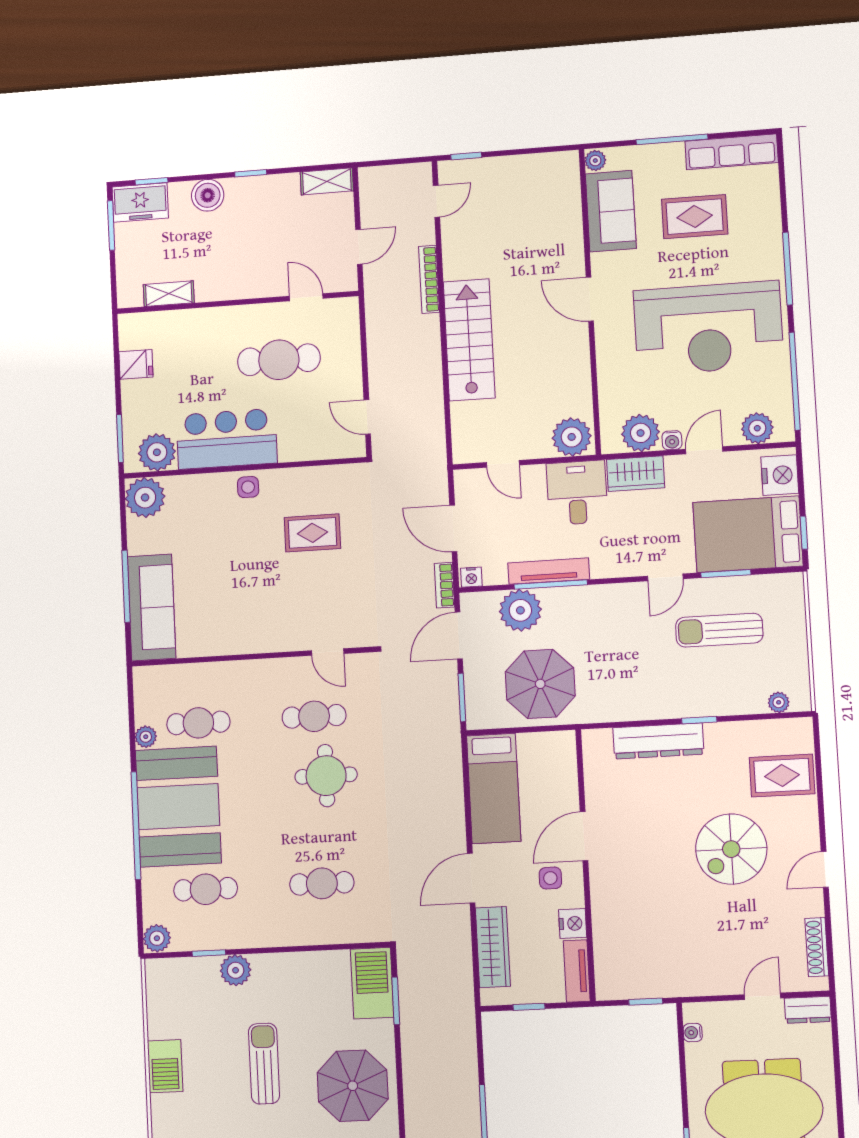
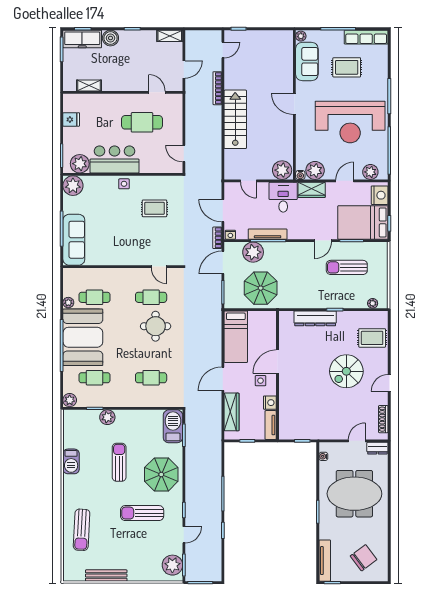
freezer: (140, 202) -> (82, 39), width x1.40
water cooler: (672, 440) -> (300, 175), moved

